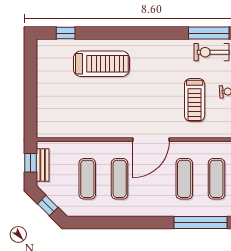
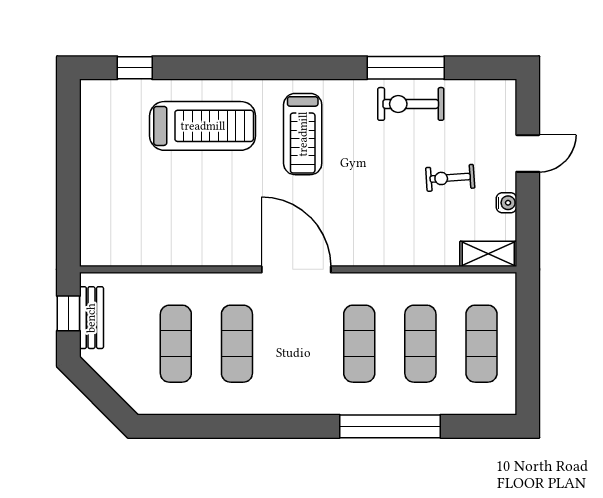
treadmill: (195, 100) -> (303, 134), moved
door: (151, 140) -> (296, 269), swing flipped
window: (48, 206) -> (101, 394), removed

